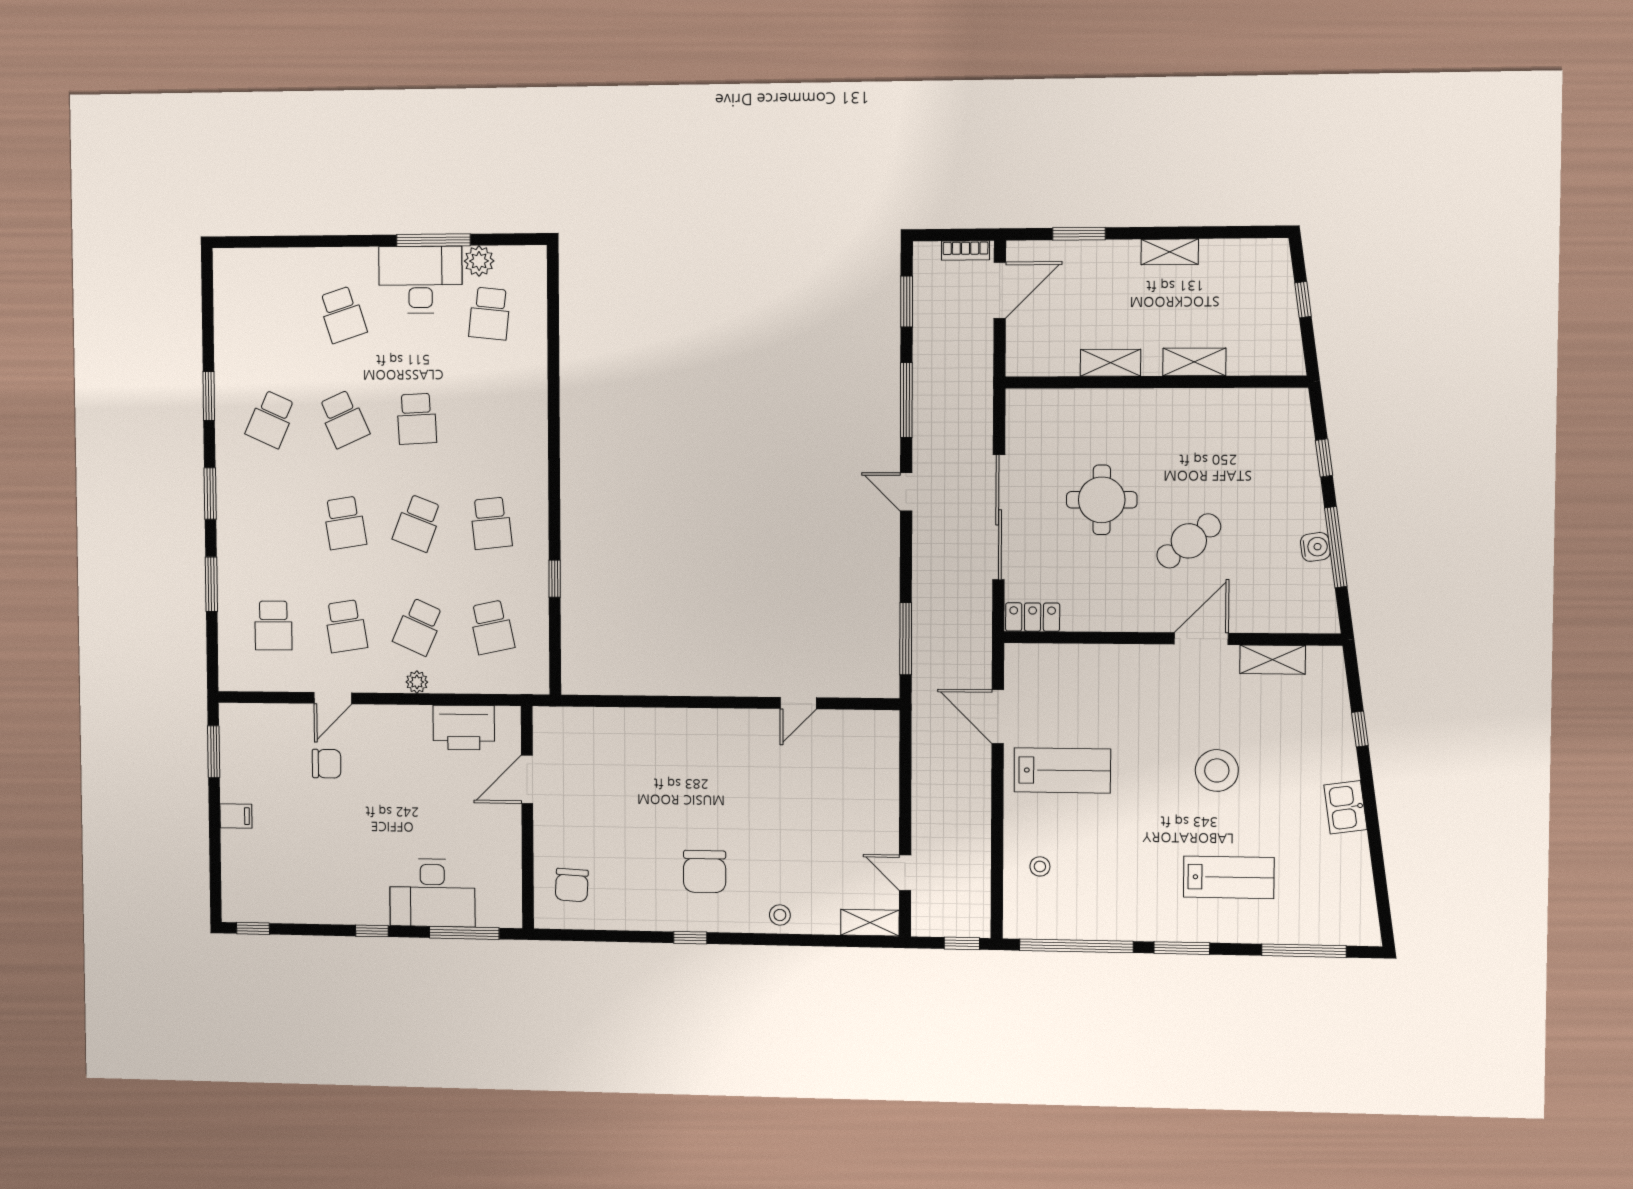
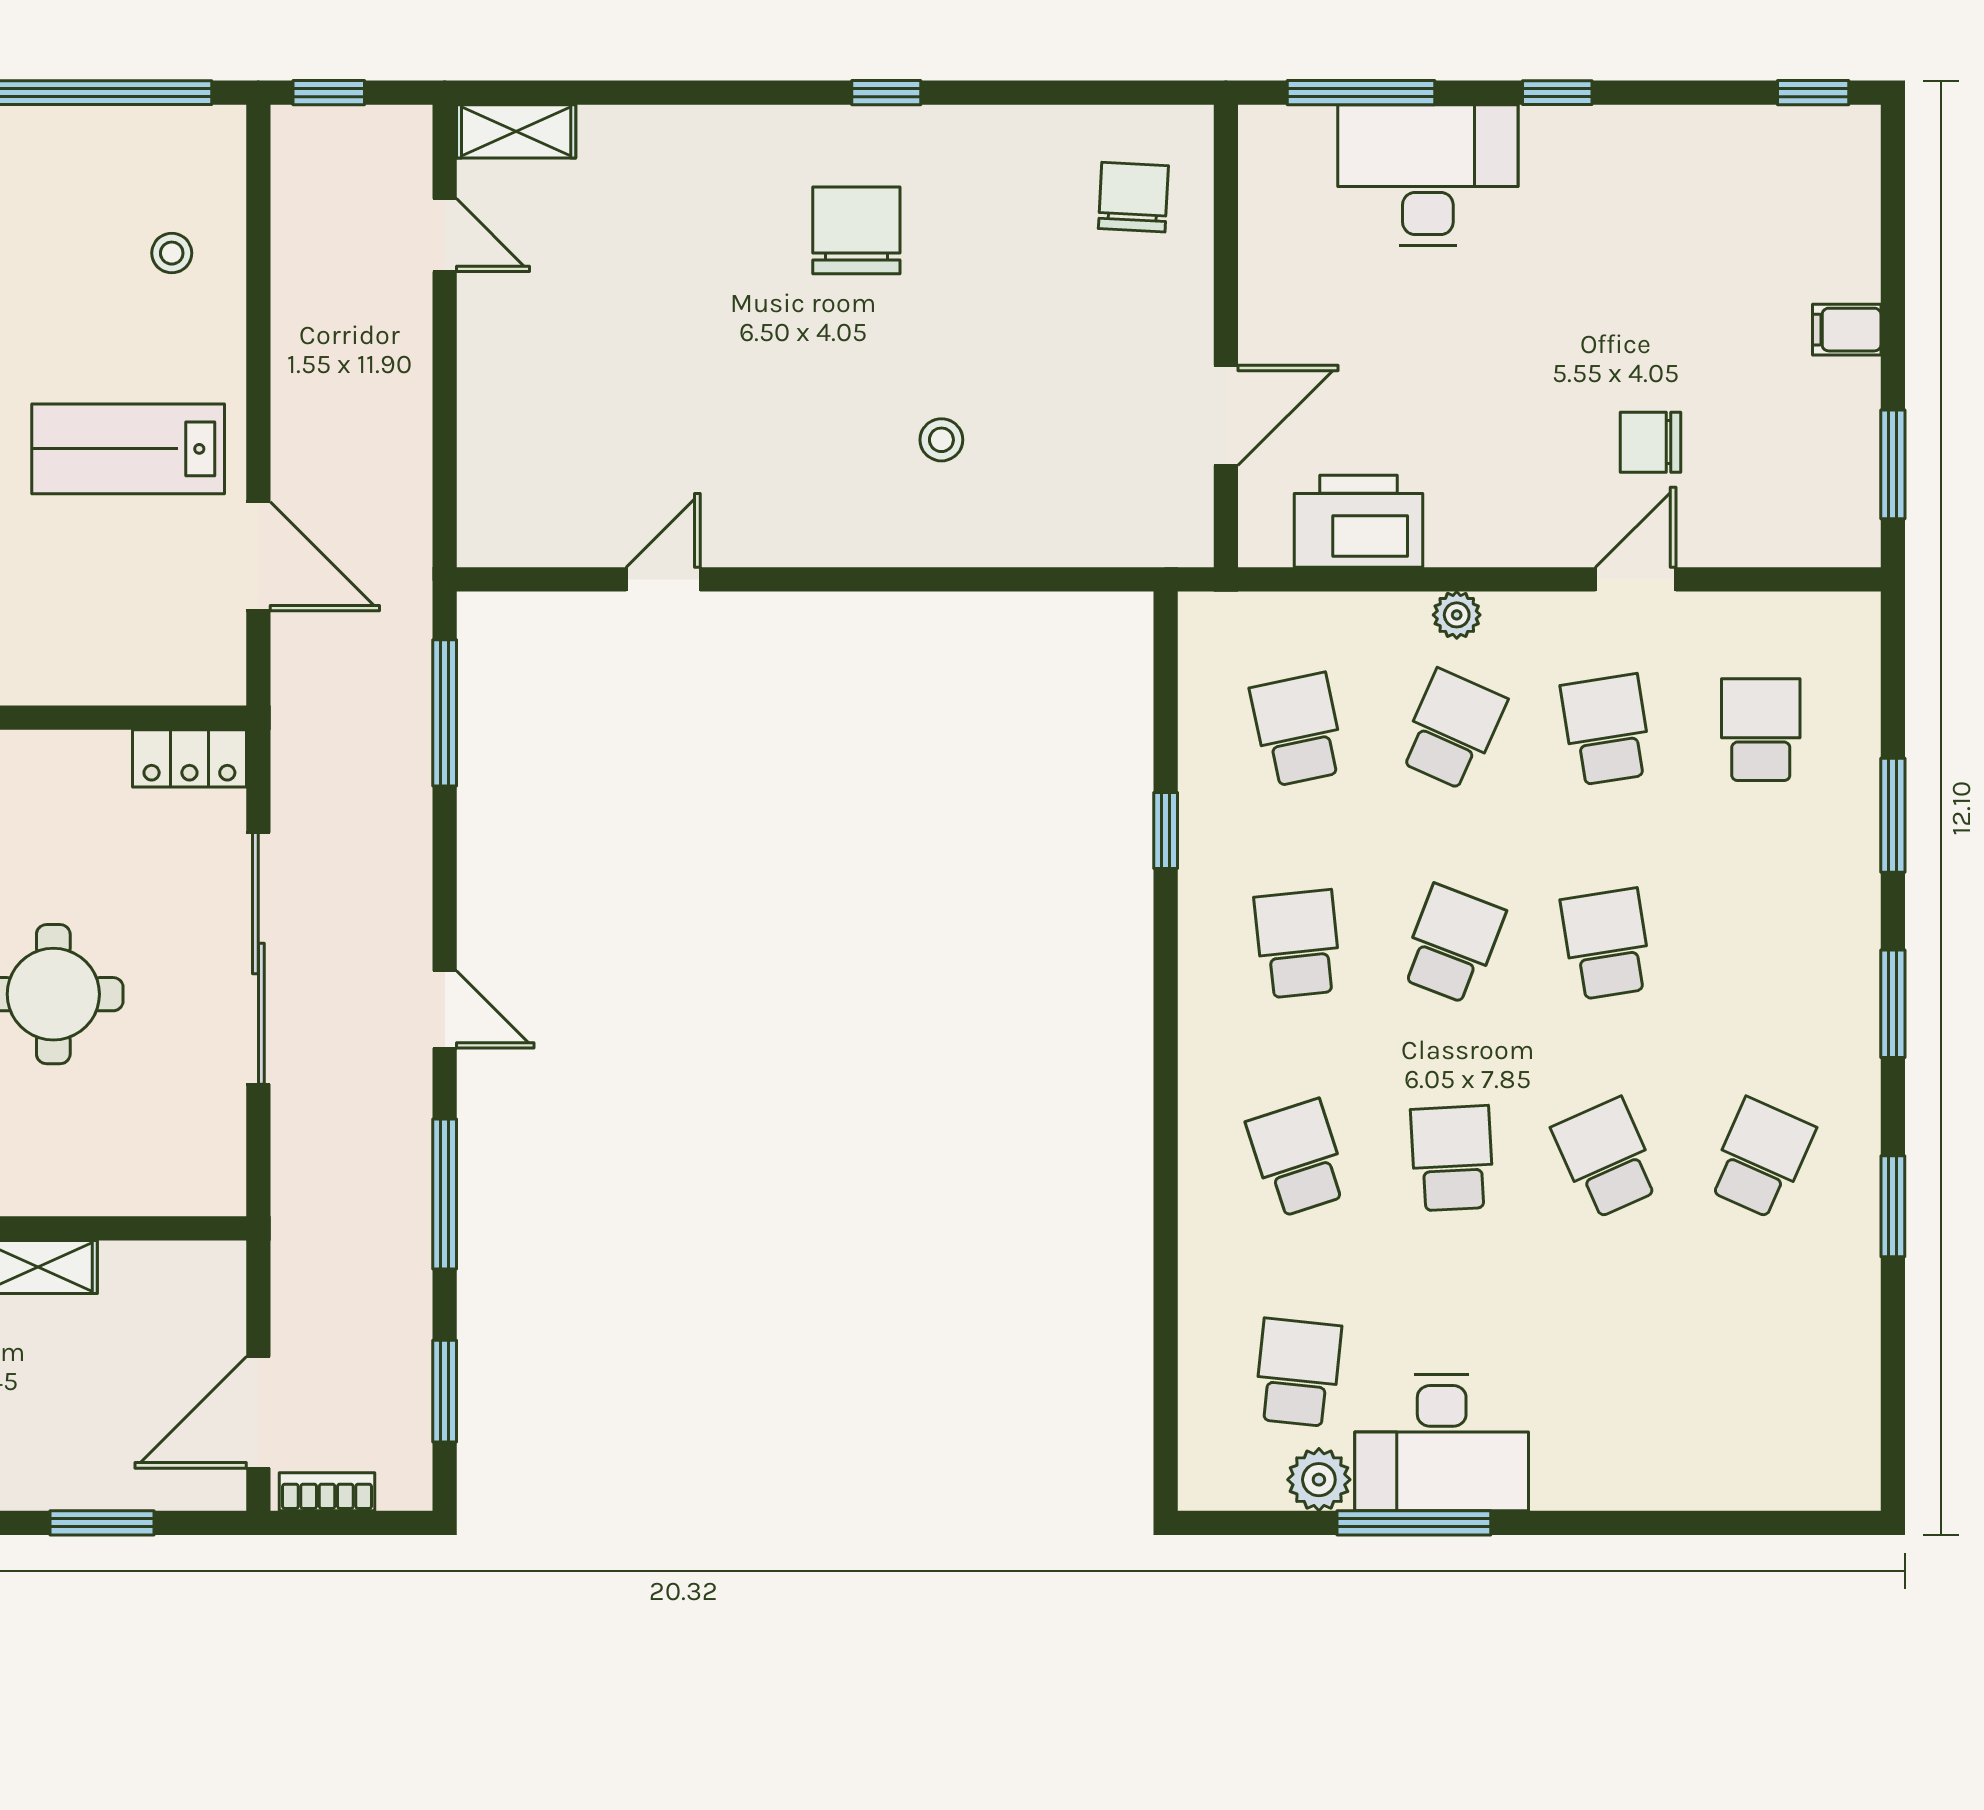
school desk: (342, 315) -> (1298, 1158), moved
stool: (780, 915) -> (941, 440), moved

